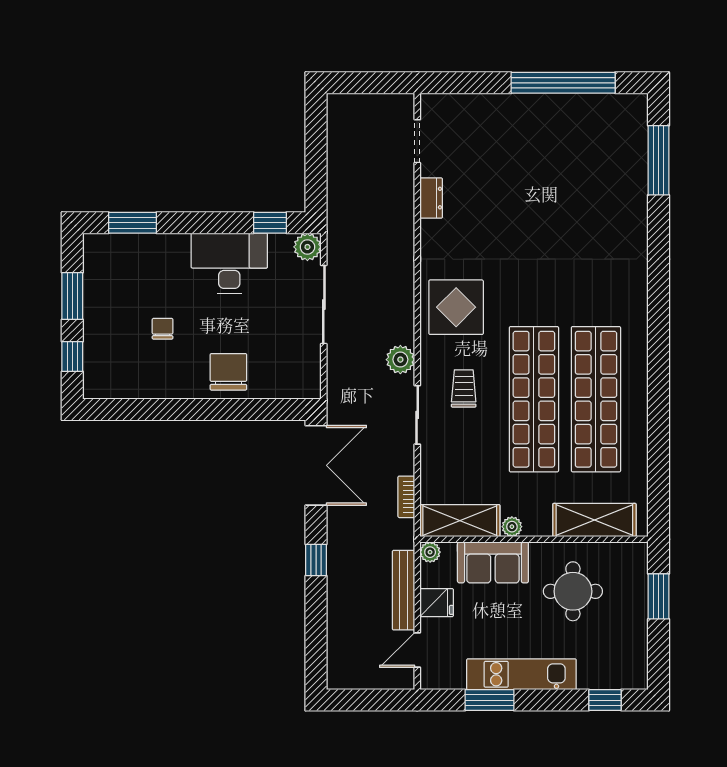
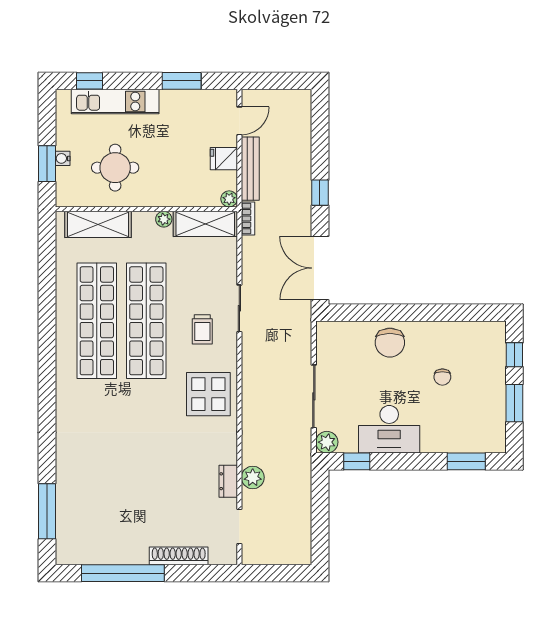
shoe rack: (493, 104) -> (179, 556), added
plant: (400, 360) -> (253, 477), moved
bookcase: (406, 497) -> (248, 218), moved
sofa: (493, 562) -> (179, 191), removed
water cooler: (639, 603) -> (63, 158), added
kitchen unit: (521, 674) -> (115, 101), moved

